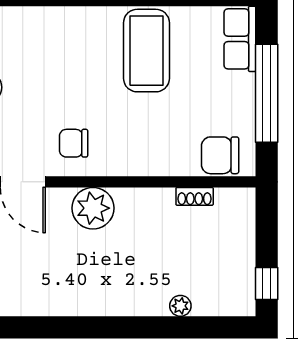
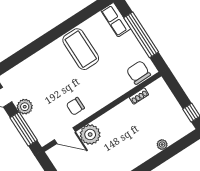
chair: (220, 155) -> (139, 72), turned 90
plant: (93, 208) -> (90, 134), moved

